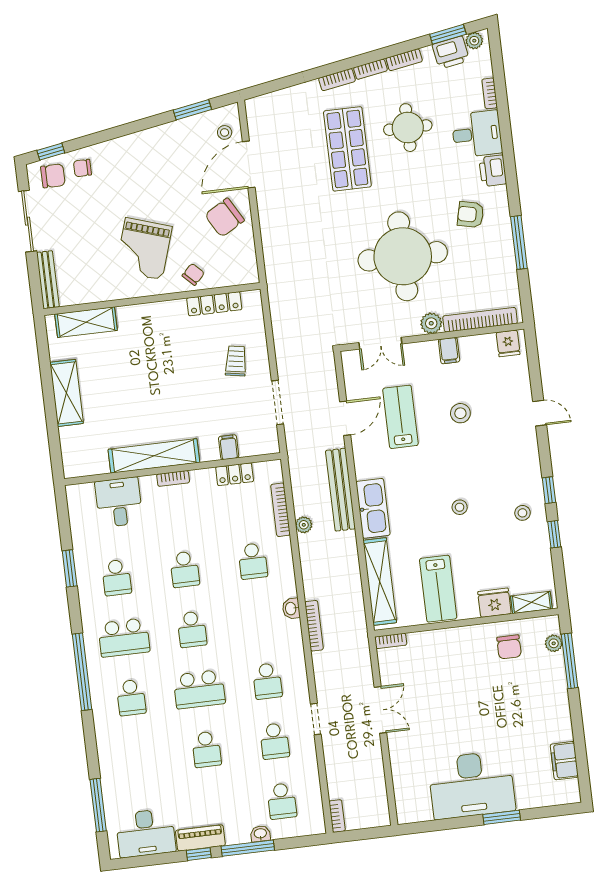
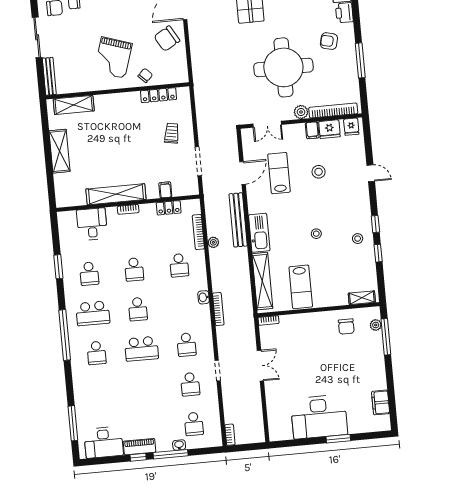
fridge: (494, 603) -> (329, 129), moved, turned 180
school desk: (206, 749) -> (145, 388), removed

